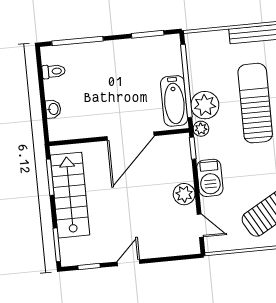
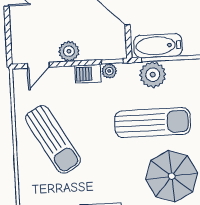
plant: (201, 129) -> (109, 71), moved
barbecue: (210, 178) -> (88, 74), width x0.73, depth x0.79

